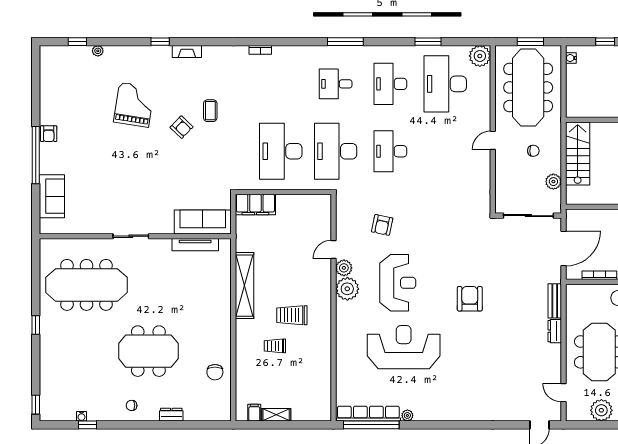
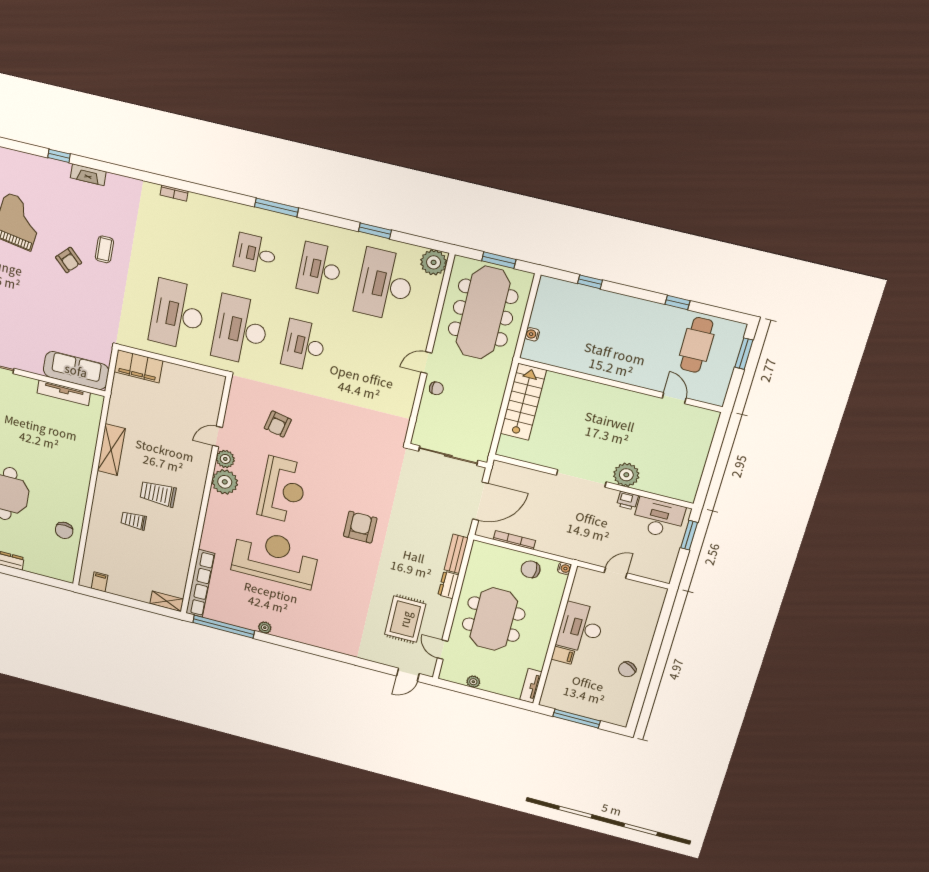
water cooler: (571, 58) -> (532, 334), moved
chair: (533, 151) -> (436, 388), moved
plant: (553, 182) -> (487, 426), removed
shelving: (244, 286) -> (111, 450), width x0.68
rug: (526, 373) -> (405, 619), added
plant: (601, 410) -> (473, 682), width x0.53, depth x0.53
row of seats: (368, 414) -> (200, 583), moved, turned 90
shelving: (276, 415) -> (167, 601), moved

